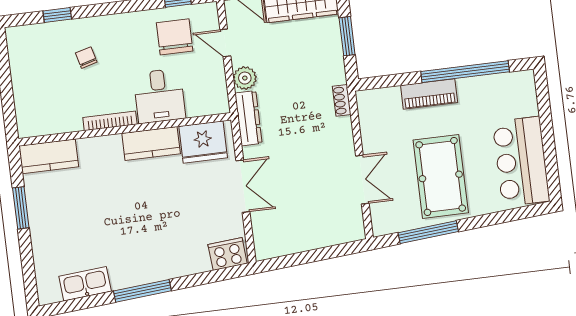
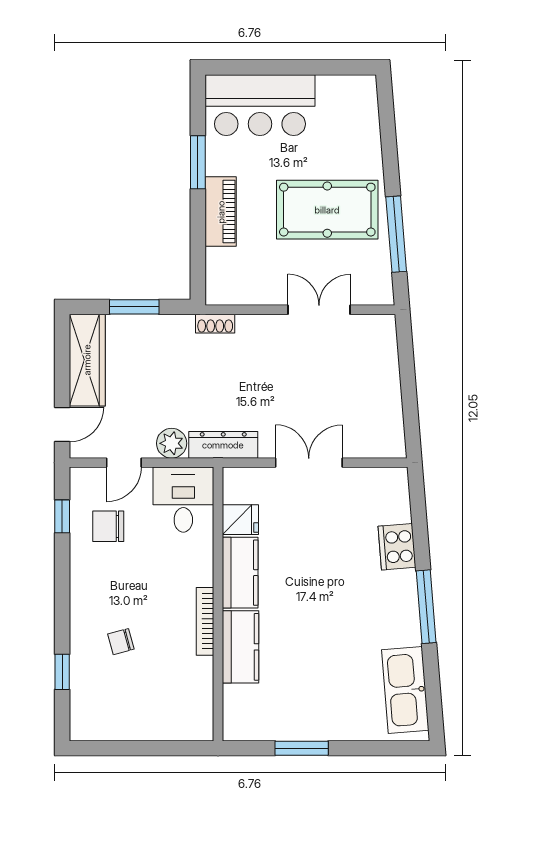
chair: (175, 37) -> (108, 526), width x0.73, depth x0.73
window: (465, 72) -> (198, 162), width x0.47
desk: (159, 96) -> (183, 500), moved, turned -90
fridge: (203, 142) -> (240, 520), width x0.53, depth x0.75
kitchen counter: (49, 156) -> (240, 647), moved
bar counter: (521, 161) -> (260, 105), moved
cooker: (228, 254) -> (397, 547), moved
kitchen sink: (85, 284) -> (405, 690), width x1.36, depth x1.24

